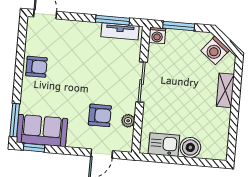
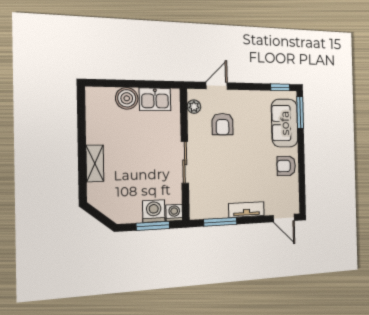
tv unit: (120, 31) -> (246, 210), moved
washing machine: (215, 50) -> (154, 211), moved, turned -39
armchair: (100, 115) -> (222, 124), turned -90
plant: (128, 121) -> (194, 107), moved
sofa: (42, 130) -> (285, 123), moved, turned 90

